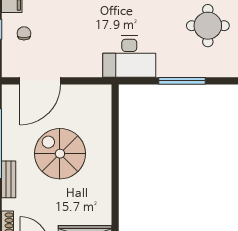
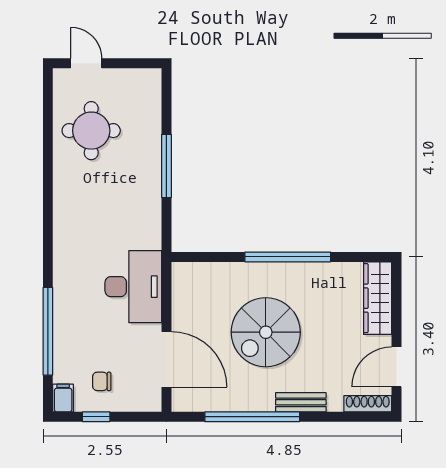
desk: (129, 57) -> (133, 287), moved
window: (115, 170) -> (288, 257), added

